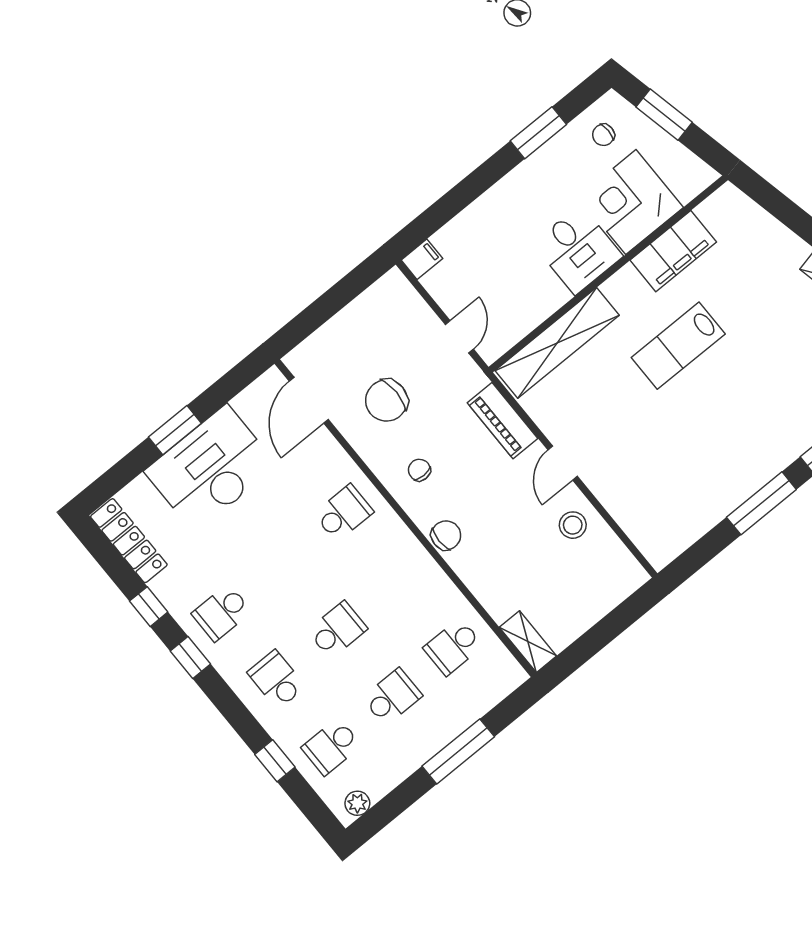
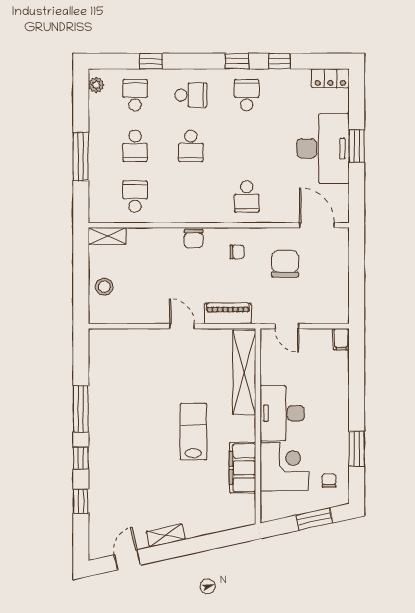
desk: (578, 250) -> (282, 413), width x1.37
stool: (573, 525) -> (104, 287), moved
locker: (129, 541) -> (330, 78), width x0.66

